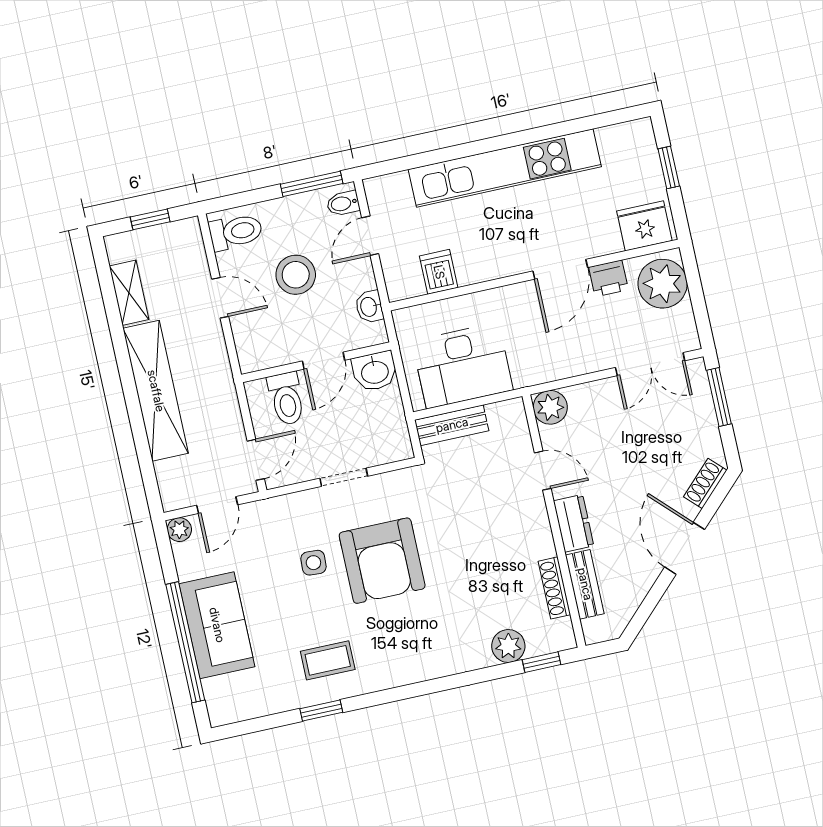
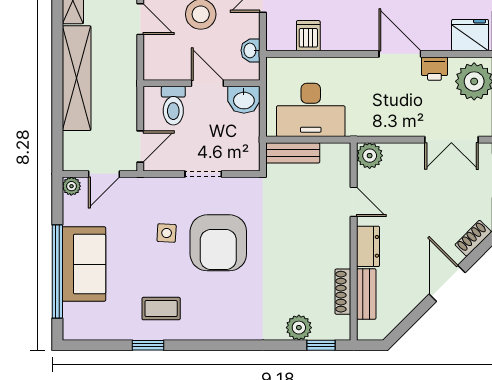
door: (560, 269) -> (400, 54), swing flipped
door: (323, 361) -> (207, 83), swing flipped

